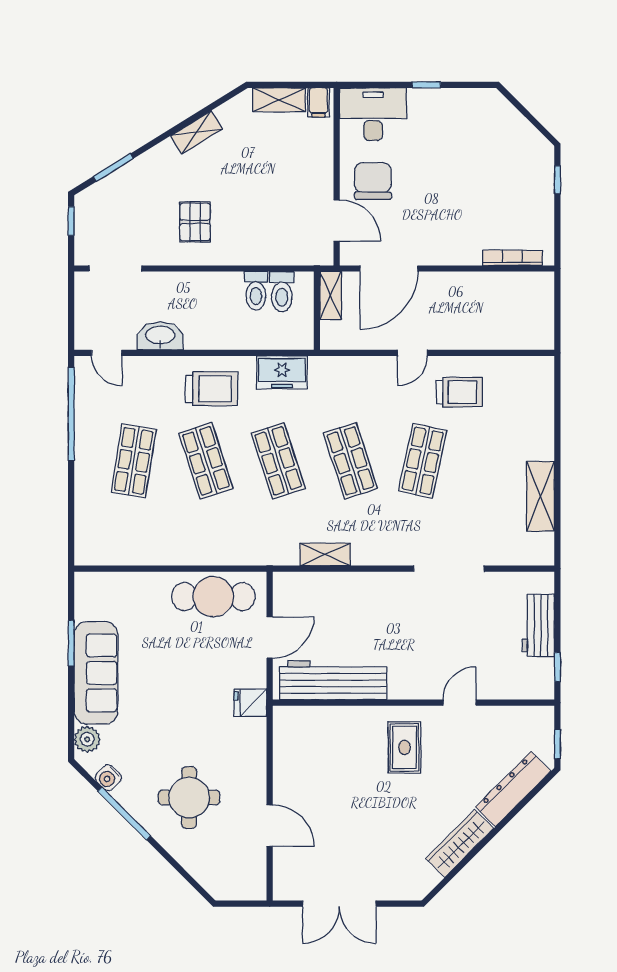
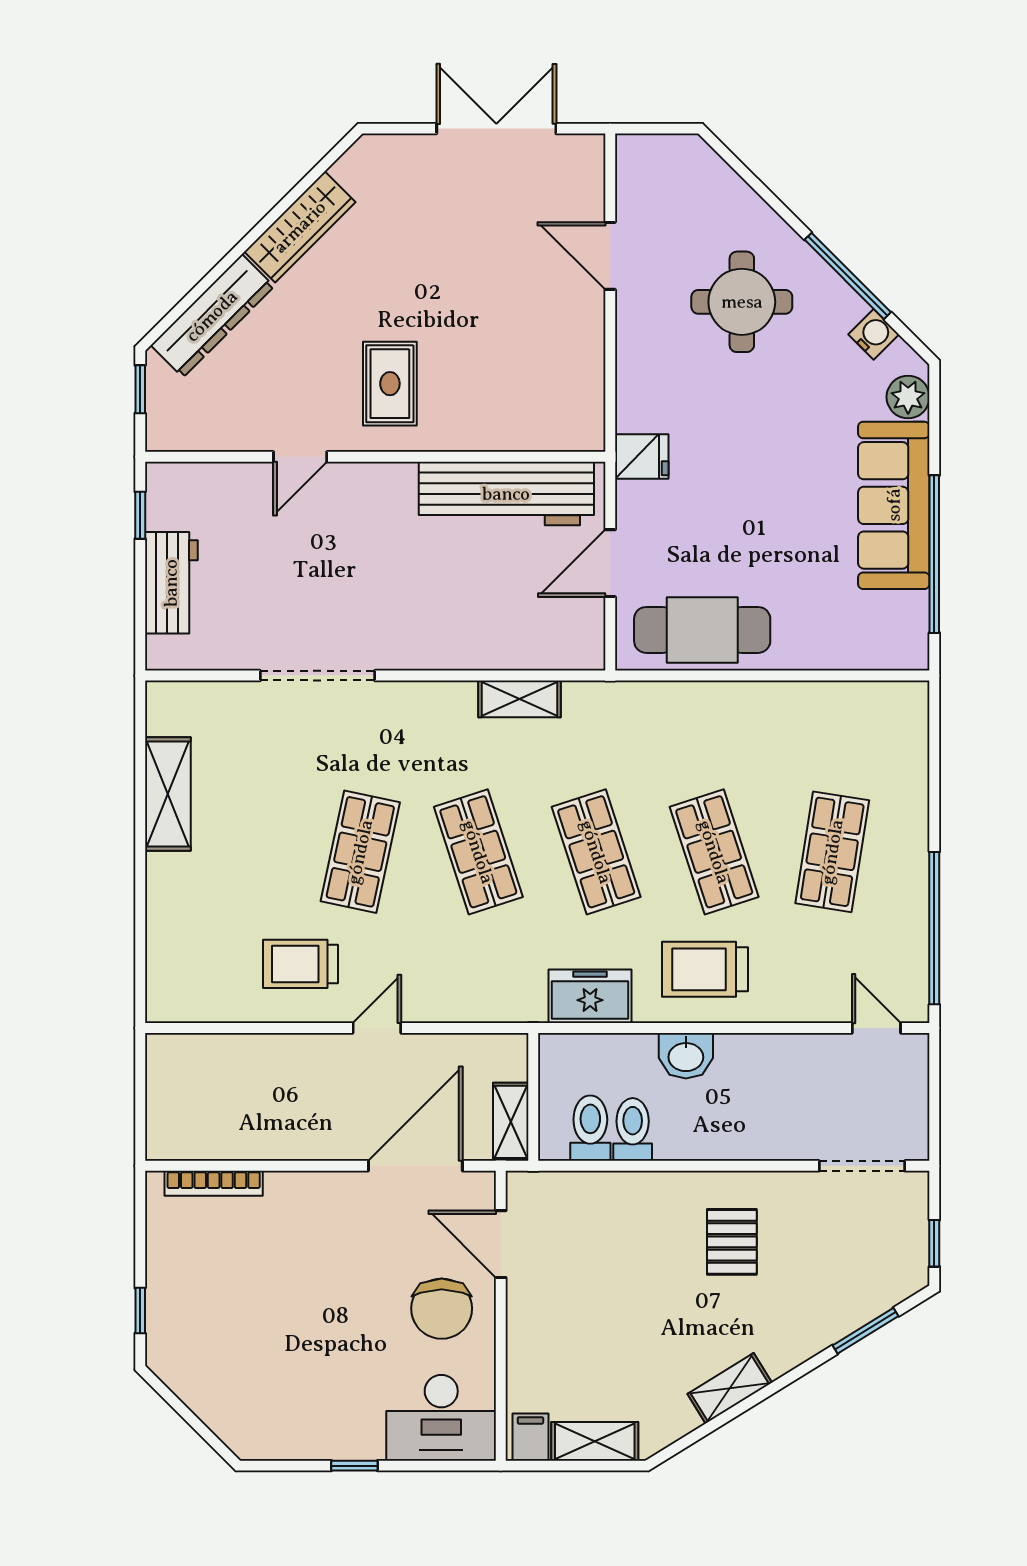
washbasin: (160, 336) -> (686, 1056), moved, width x0.72
window: (71, 643) -> (934, 554), width x2.11

